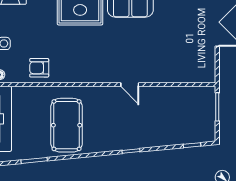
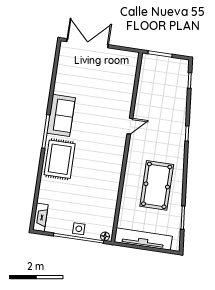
armchair: (39, 68) -> (104, 202), removed
pool table: (67, 125) -> (157, 185), turned 90

